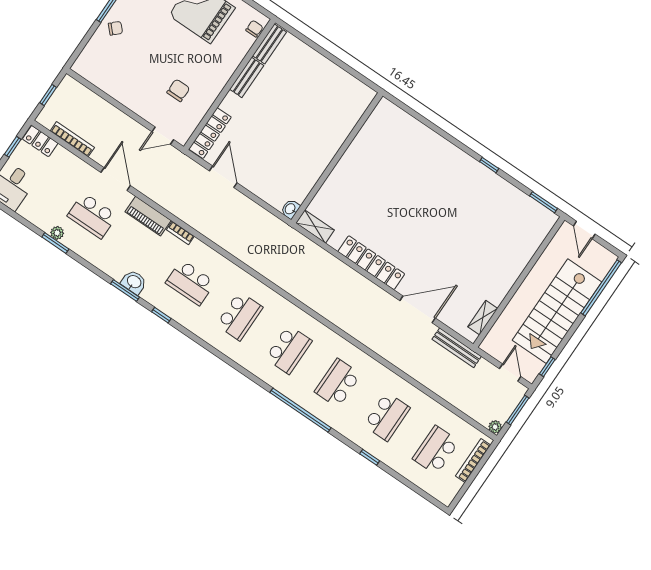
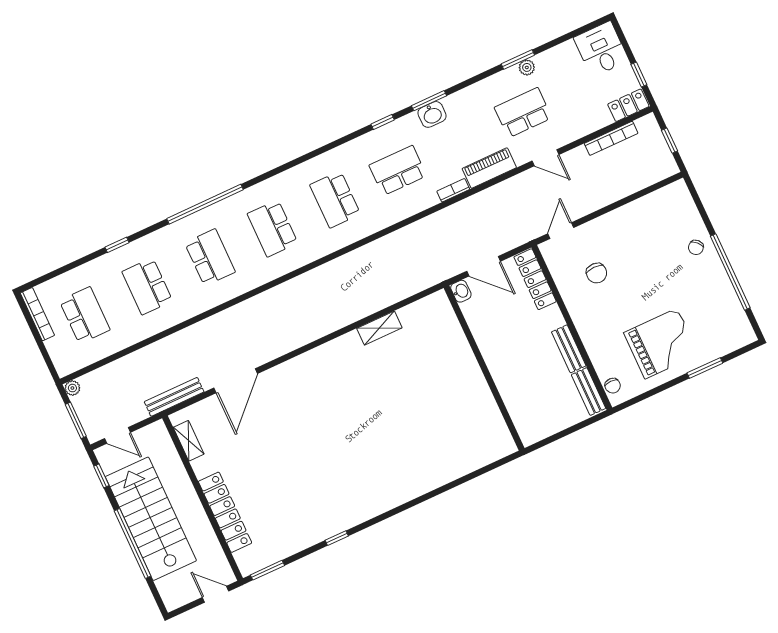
wall: (337, 158) -> (484, 368), moved
door: (116, 179) -> (546, 158), width x0.73
washbasin: (290, 209) -> (461, 291), moved
locker: (371, 263) -> (225, 512), moved, turned -90
window: (601, 288) -> (133, 543), moved
bookcase: (473, 461) -> (37, 314), moved

